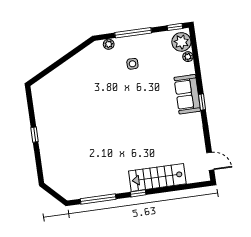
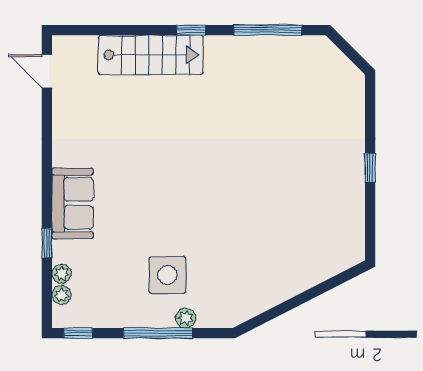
plant: (181, 42) -> (62, 295), width x0.53, depth x0.53
plant: (109, 44) -> (186, 318), moved
side table: (132, 64) -> (167, 275), width x1.87, depth x1.87
window: (202, 102) -> (47, 243), moved

